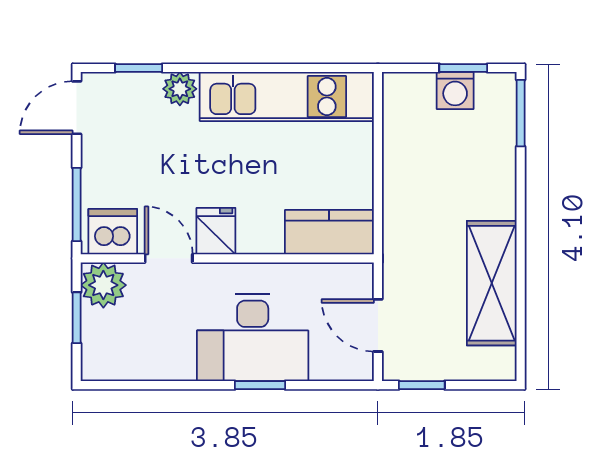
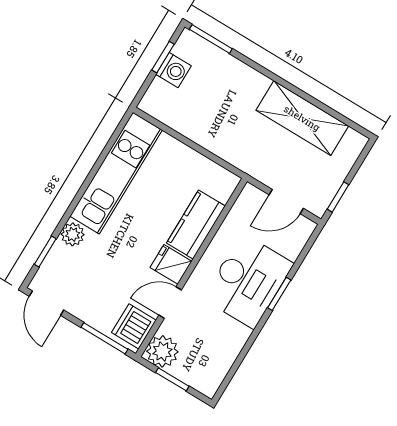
kitchen counter: (329, 232) -> (196, 225), moved

